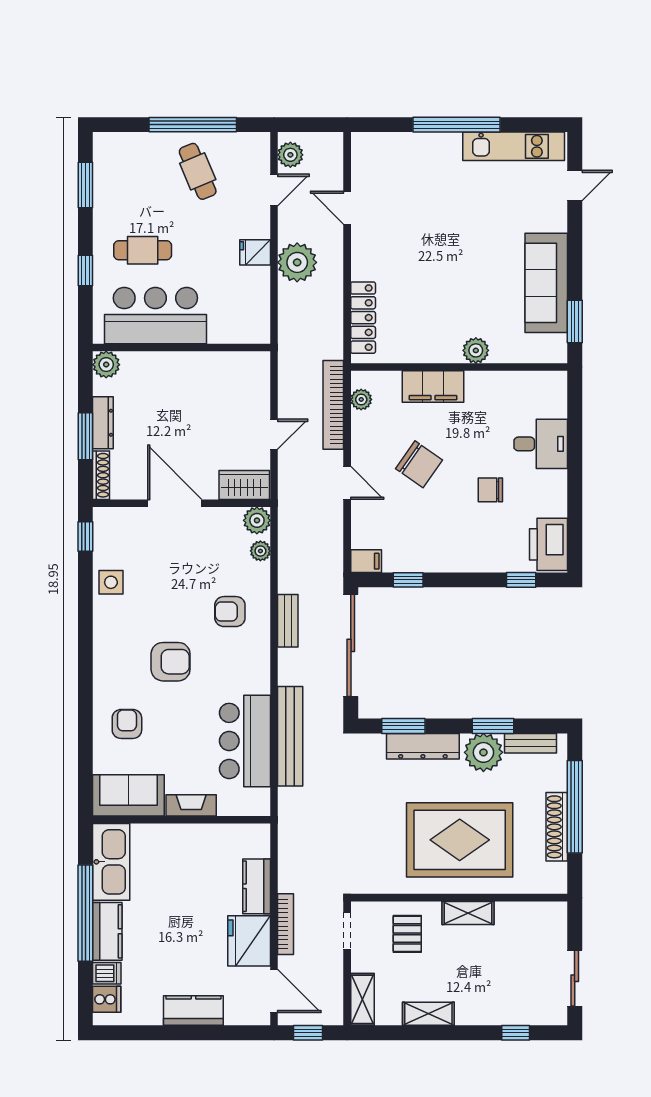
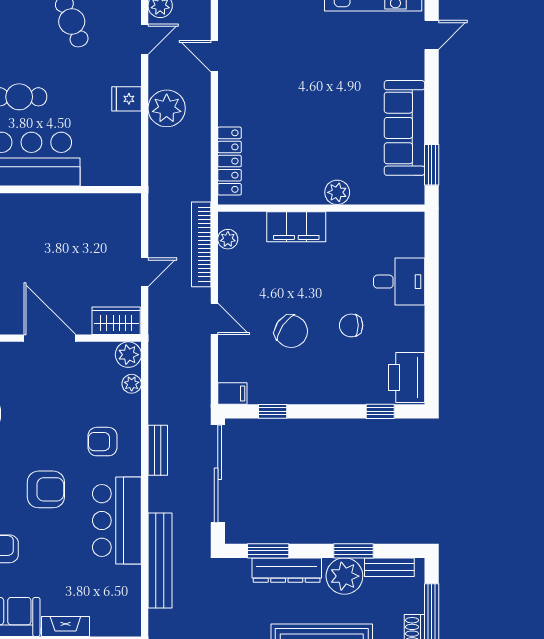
chair: (419, 464) -> (291, 331), moved
bar counter: (245, 741) -> (117, 520), moved

